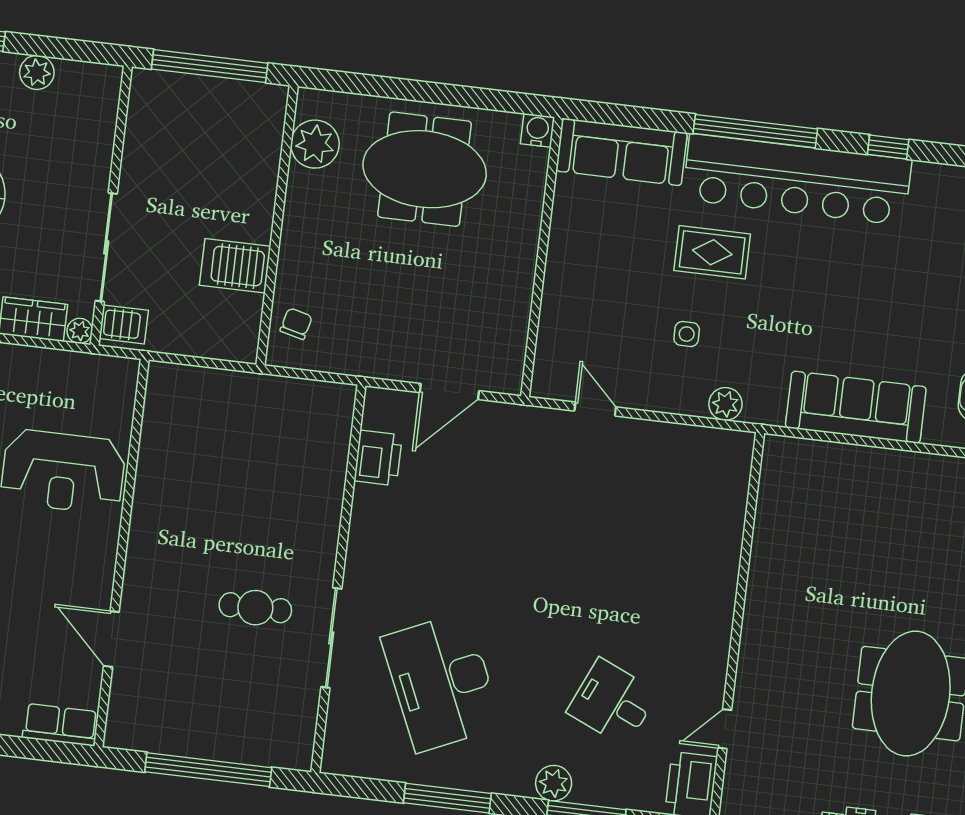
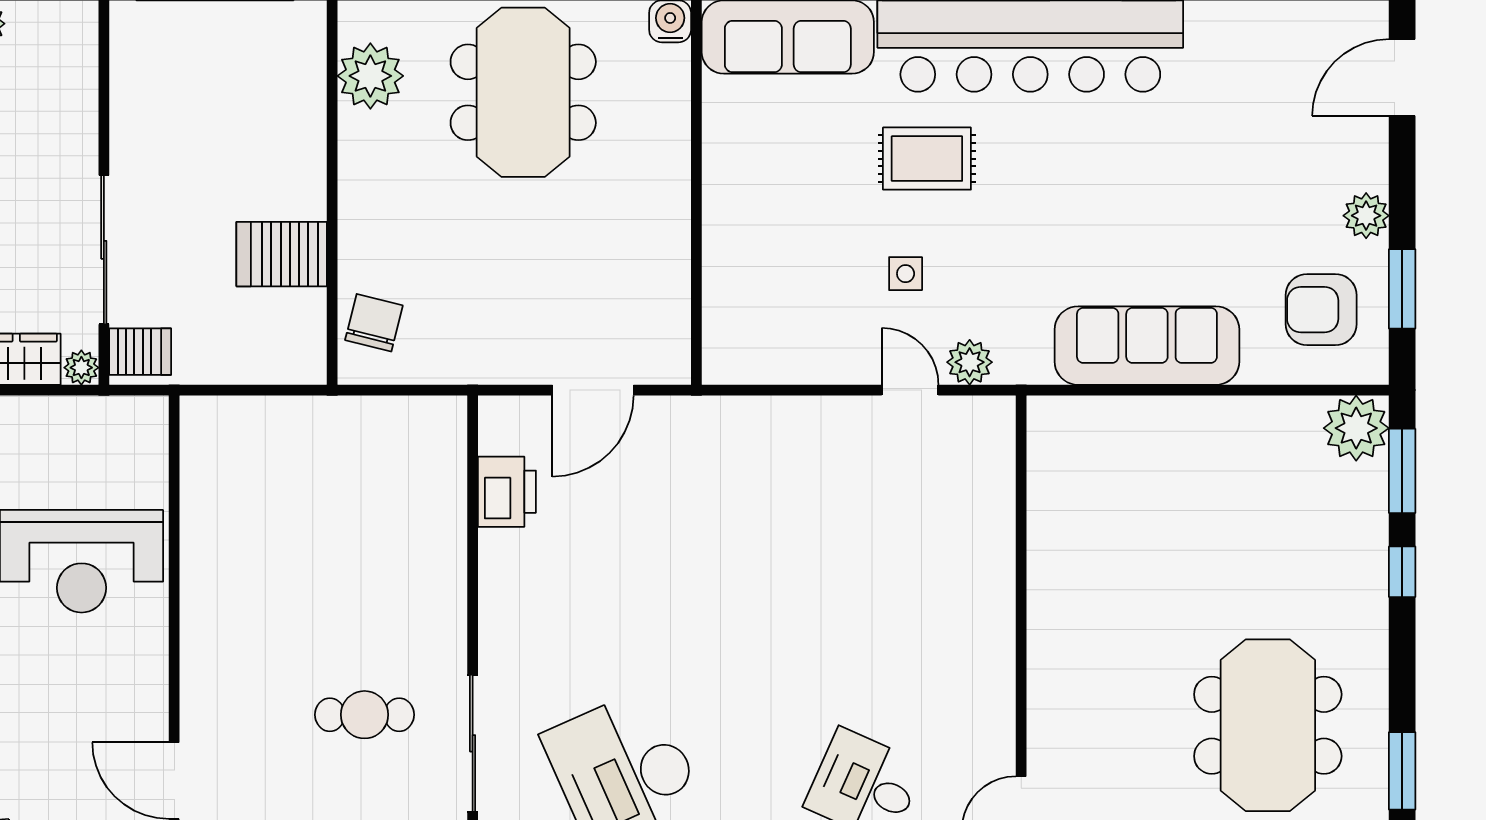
meeting table: (425, 169) -> (523, 92), turned 90
chair: (296, 324) -> (374, 323), width x1.37, depth x1.37
door: (595, 409) -> (910, 390), moved

